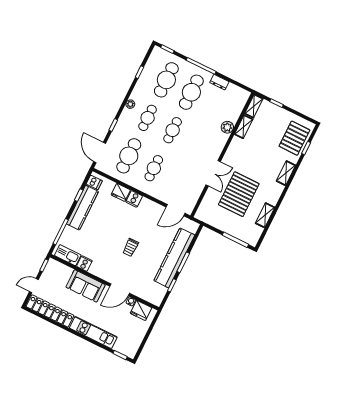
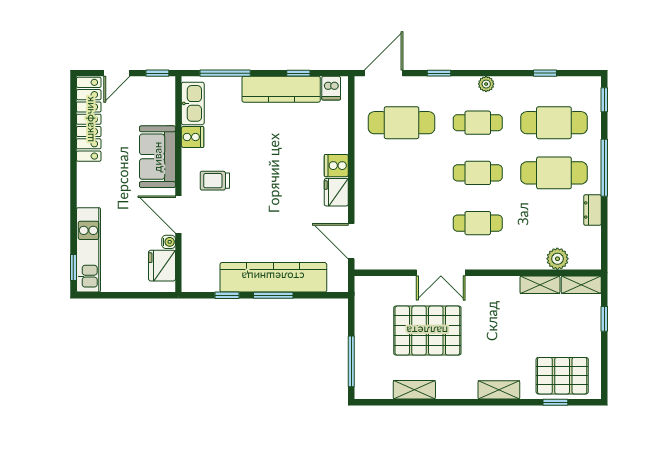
plant: (227, 127) -> (557, 259), moved
cafe table: (154, 168) -> (478, 223), moved
fridge: (121, 192) -> (336, 192), moved
trolley: (131, 247) -> (215, 181), moved
door: (34, 286) -> (117, 73), swing flipped
kitchen unit: (93, 332) -> (88, 250), moved

